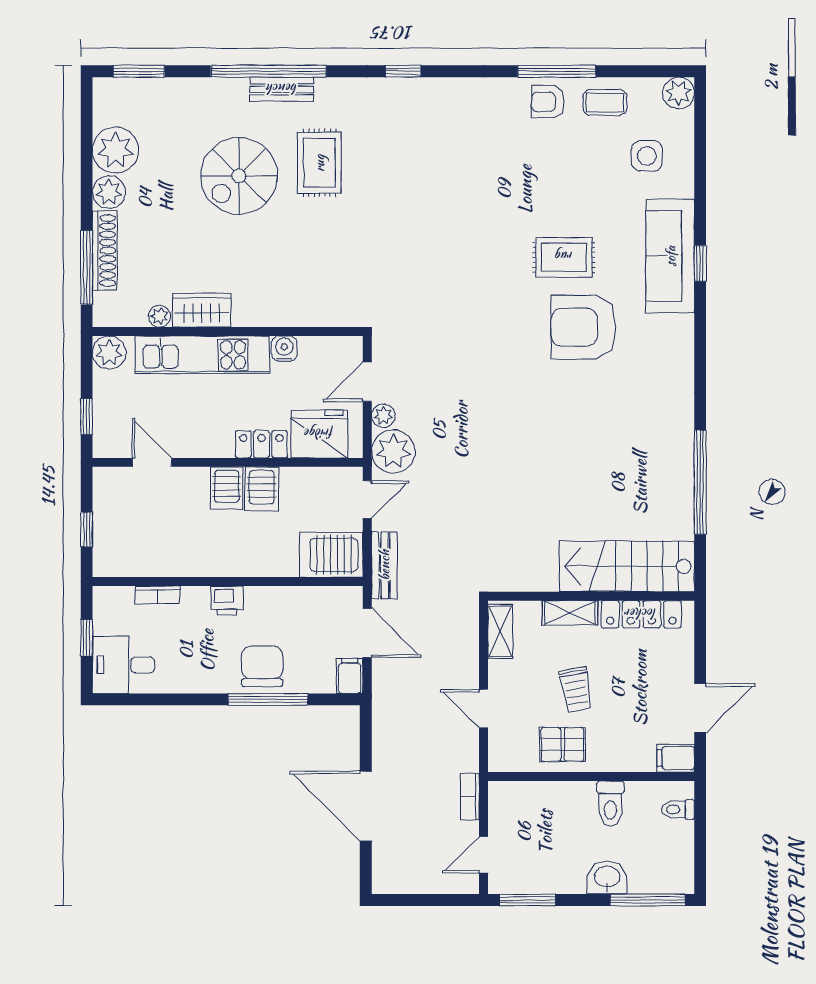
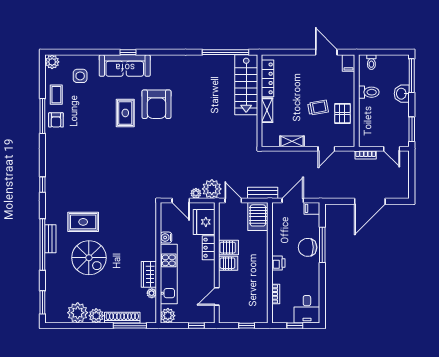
stairs: (627, 566) -> (246, 85), moved
wall: (591, 596) -> (259, 101), moved
shelving: (570, 613) -> (267, 110), moved
locker: (641, 614) -> (268, 78), moved

